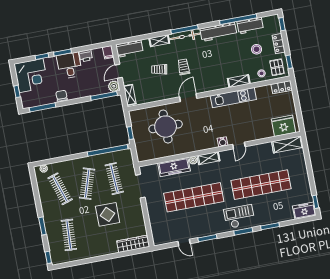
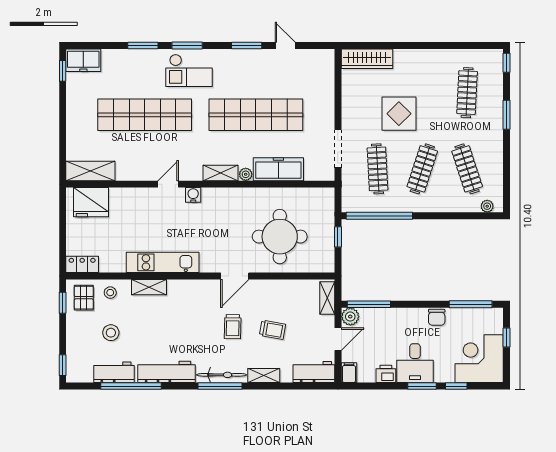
locker: (279, 44) -> (74, 335), removed

